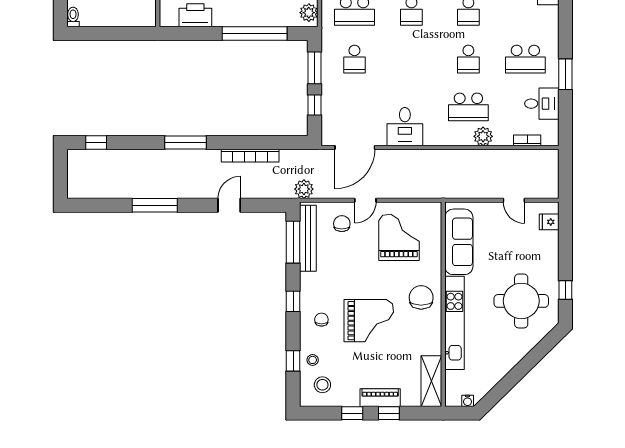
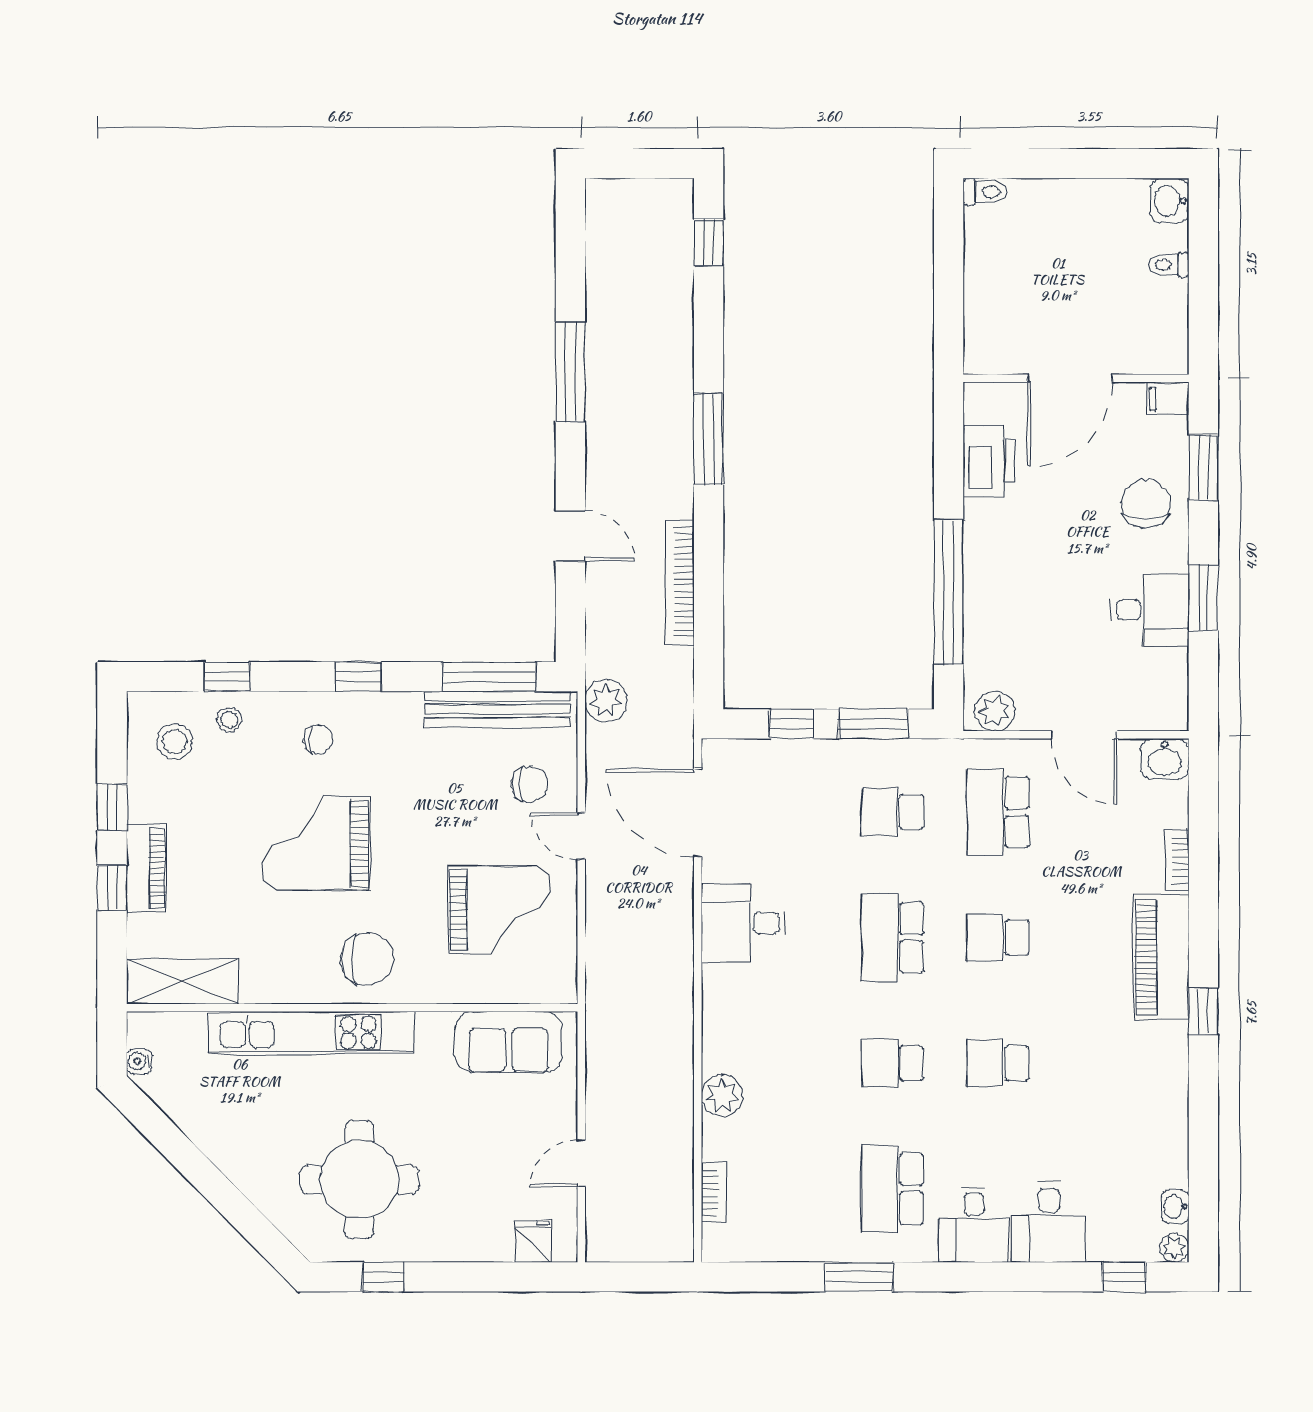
desk: (542, 104) -> (974, 1225), moved
school desk: (468, 107) -> (892, 938), moved
sofa: (459, 242) -> (509, 1042), width x0.73
grand piano: (369, 321) -> (316, 844), turned 90

